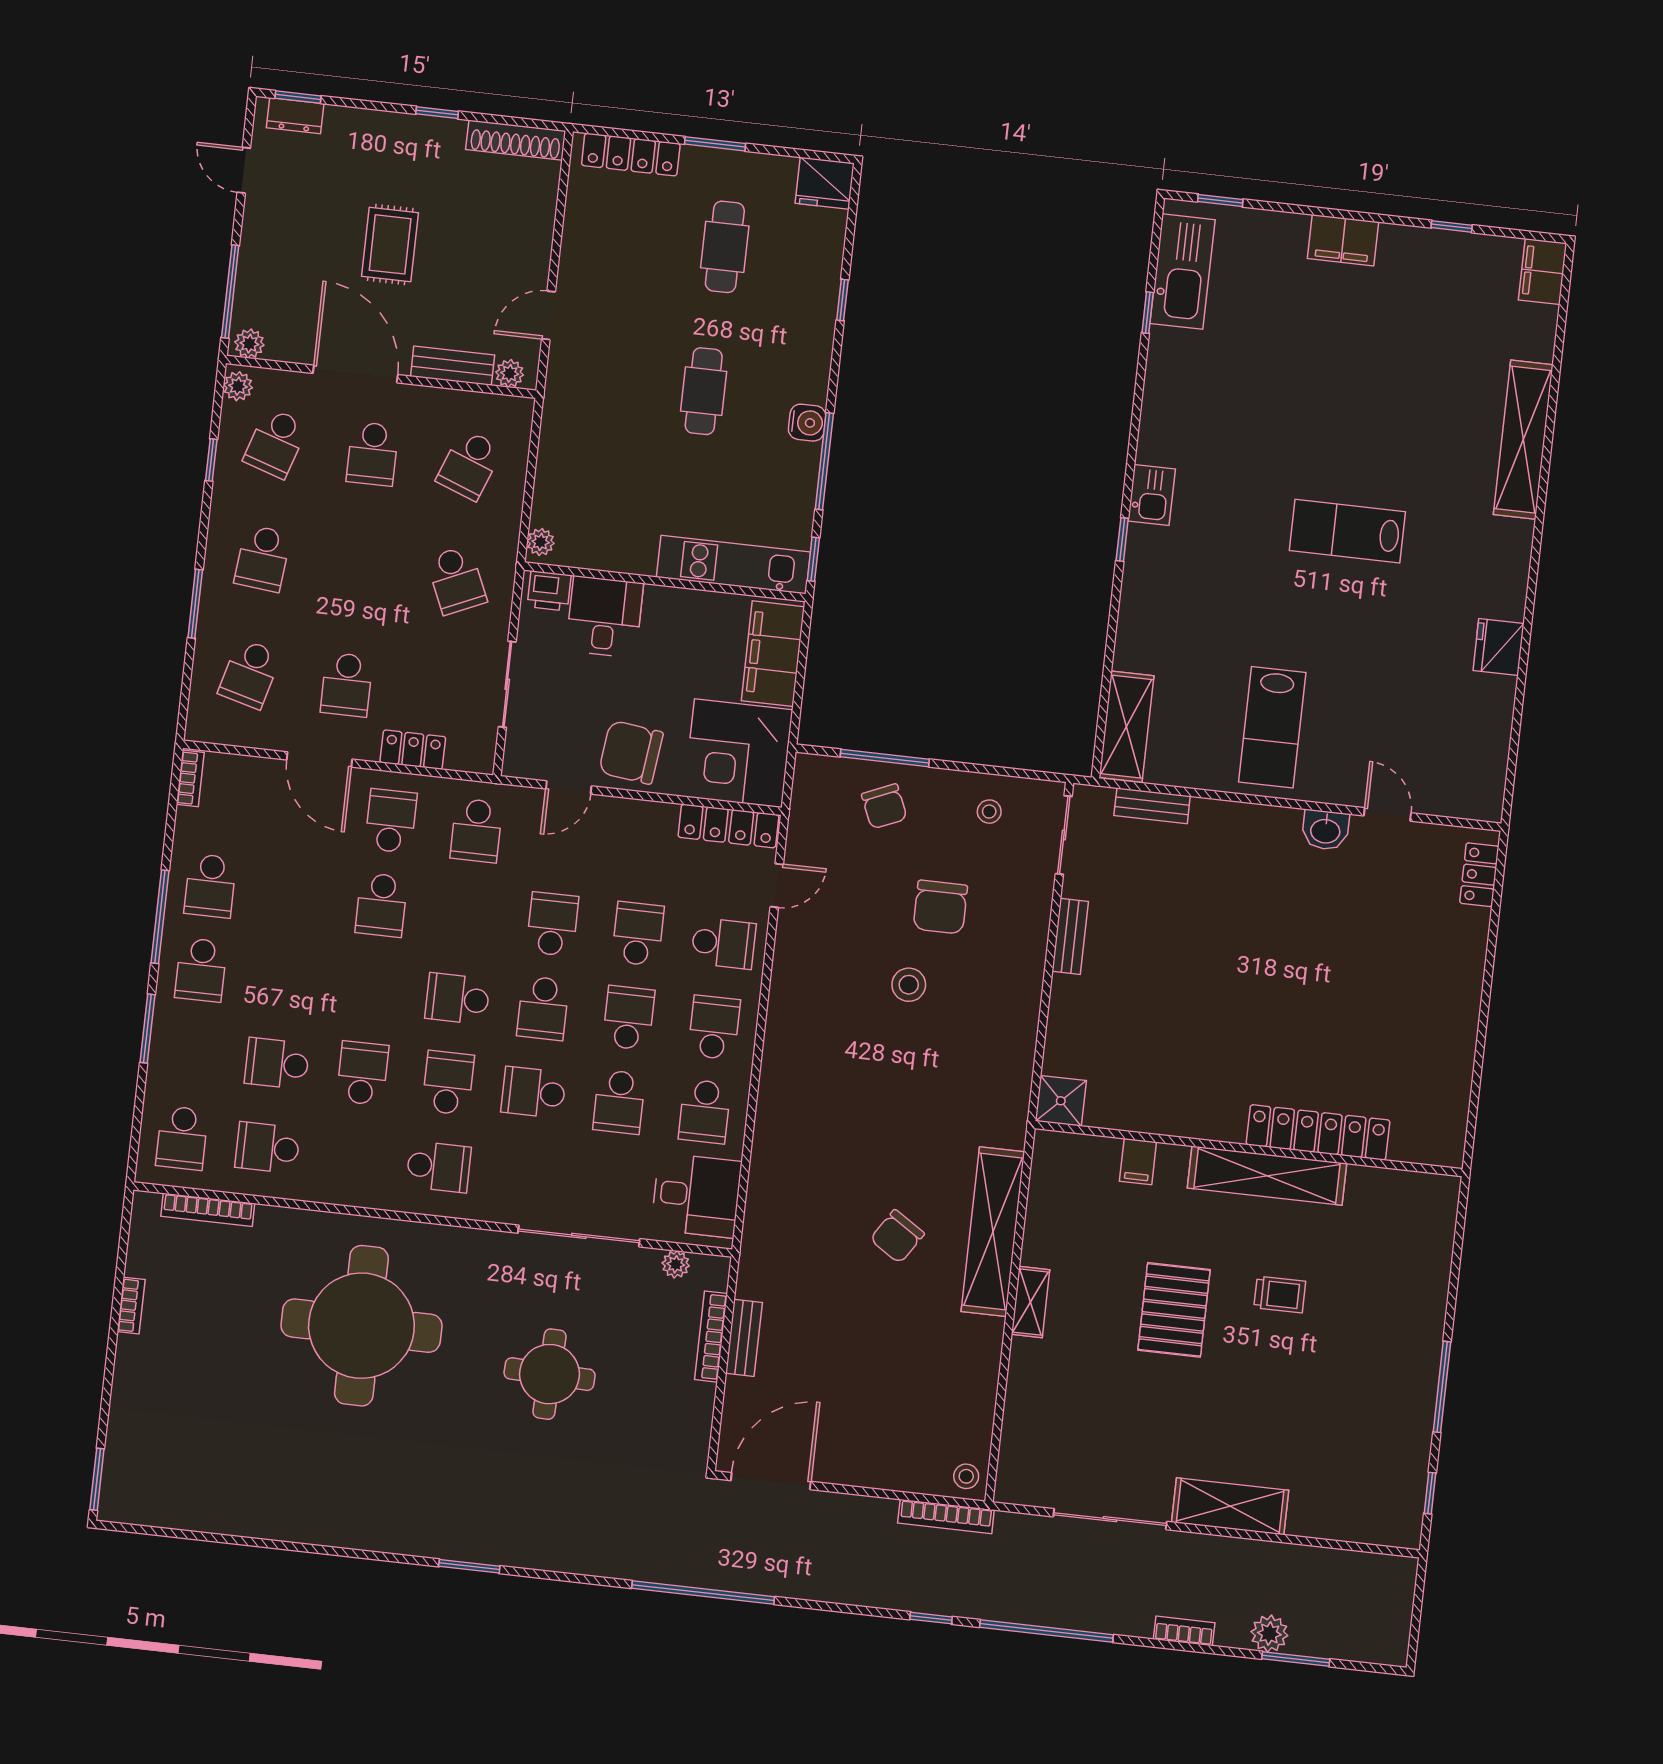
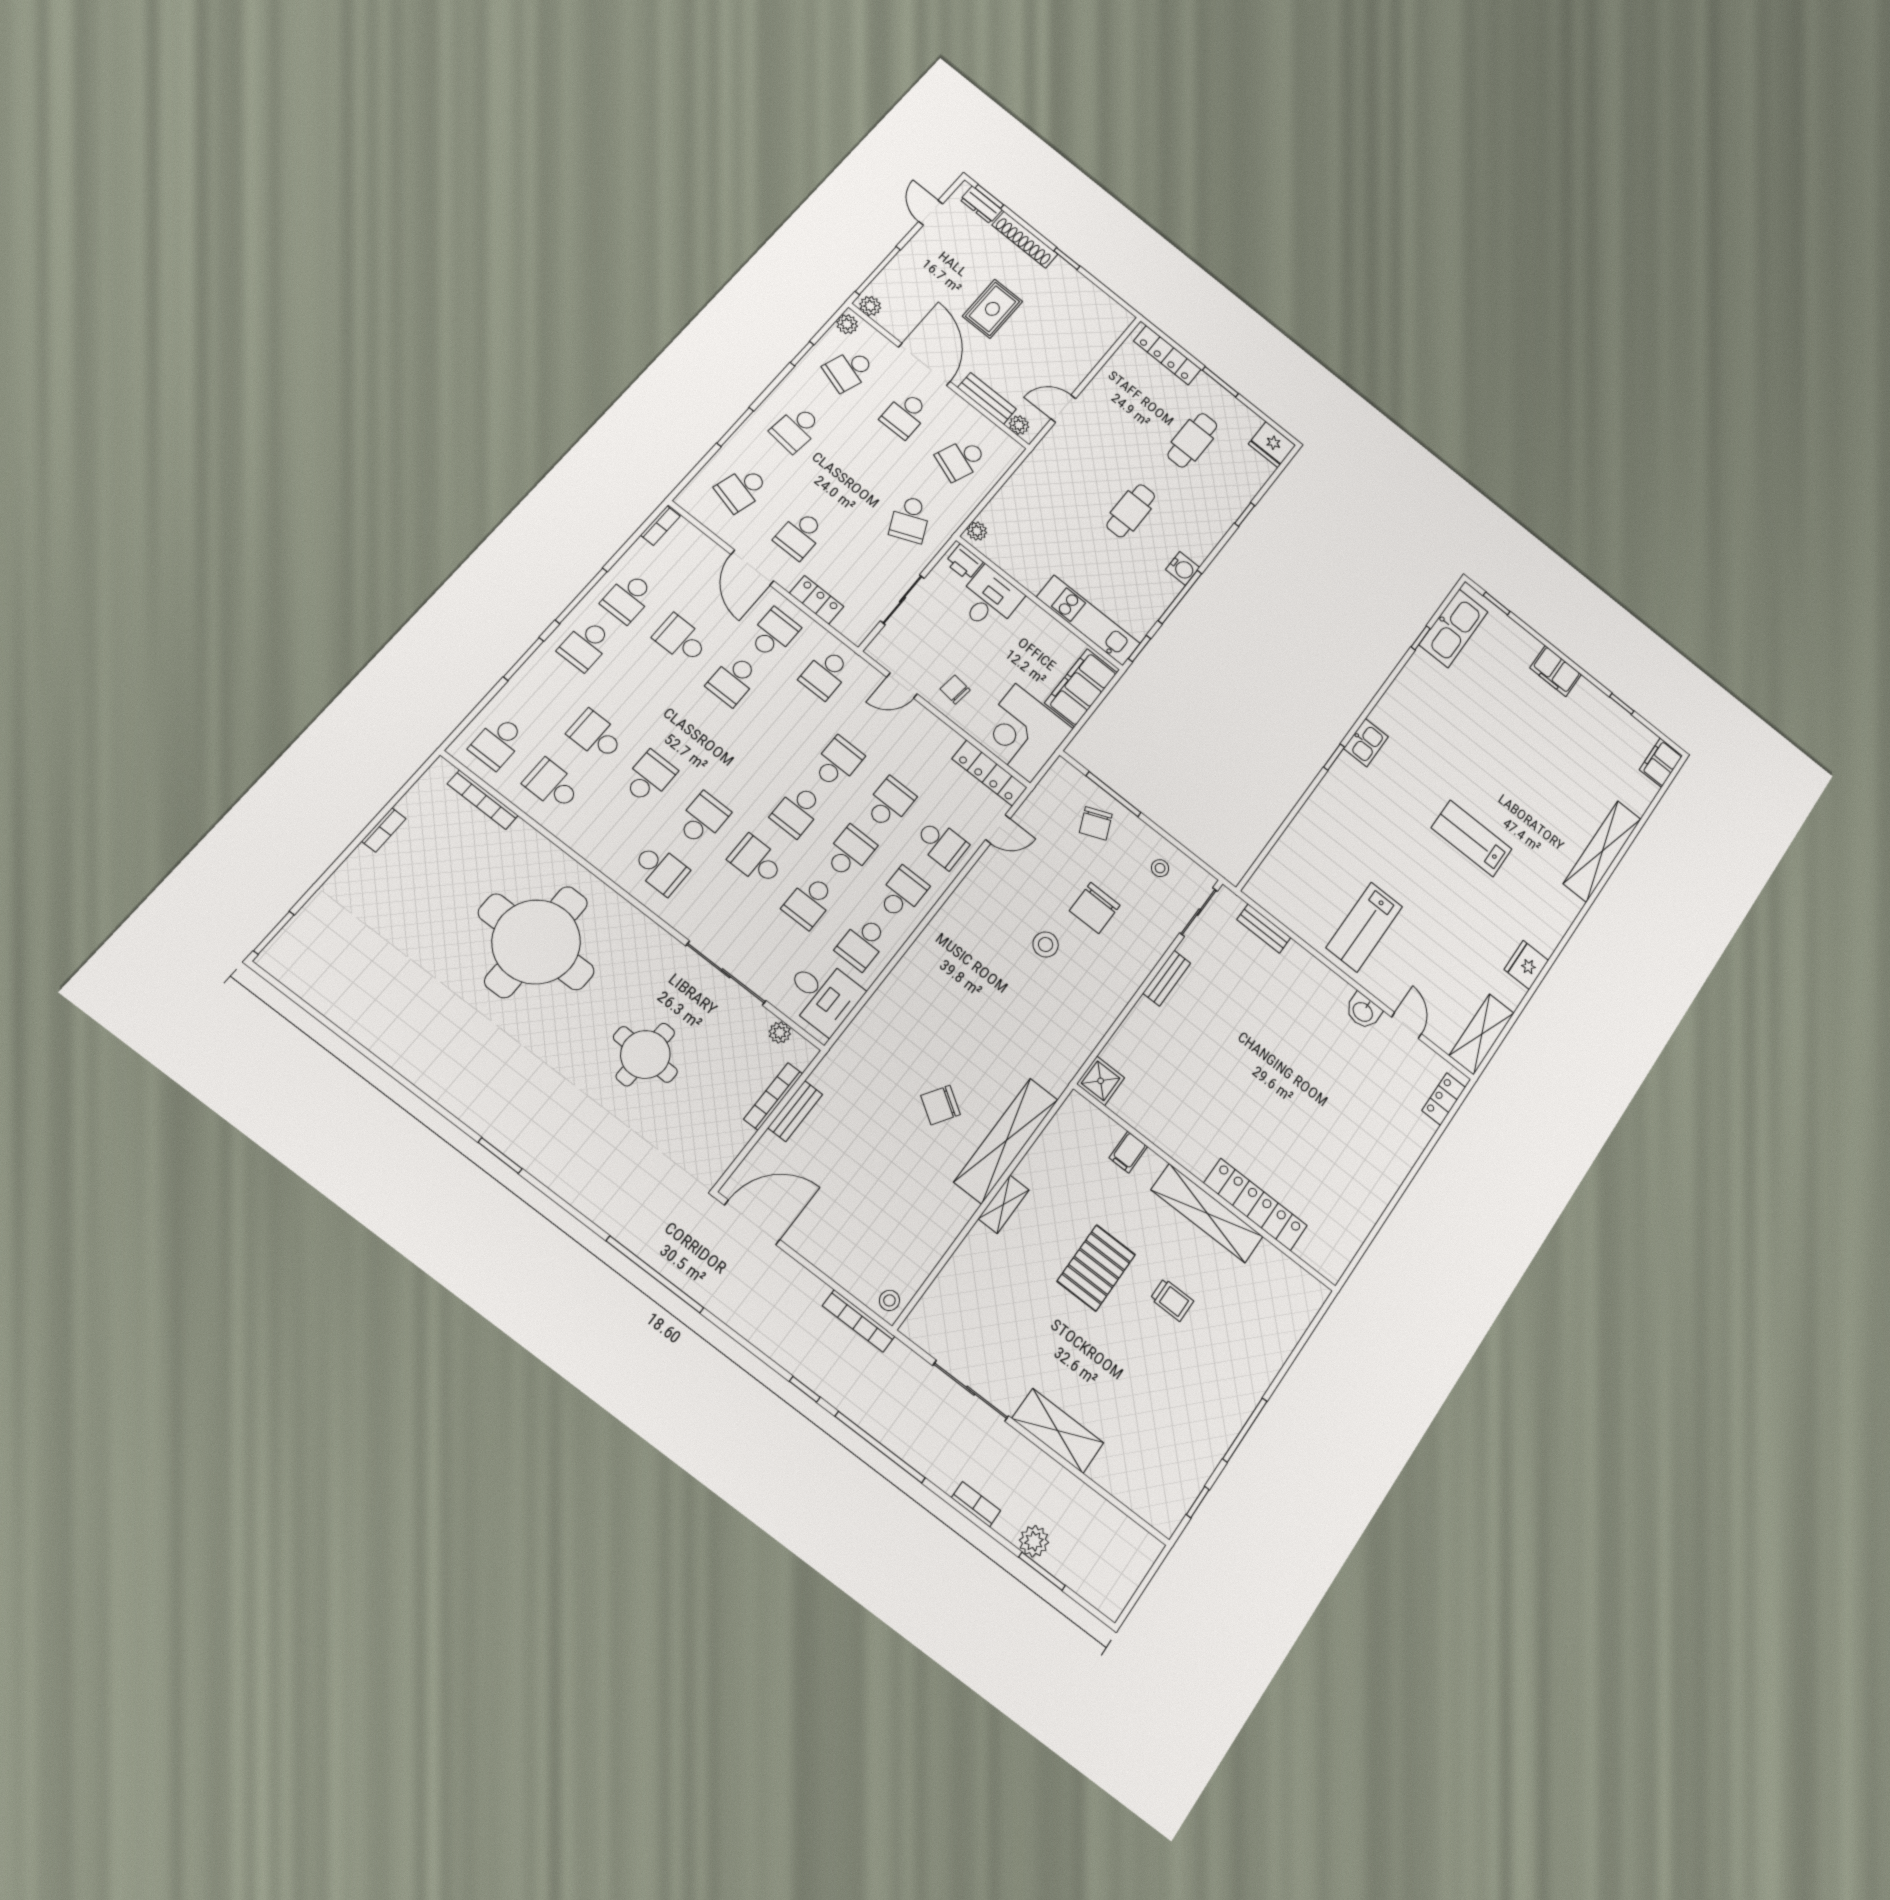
shoe rack: (516, 140) -> (1025, 240), moved
shelving: (1126, 727) -> (1482, 1034), moved
chair: (631, 752) -> (955, 690), width x0.54, depth x0.54
school desk: (457, 999) -> (681, 639), moved

